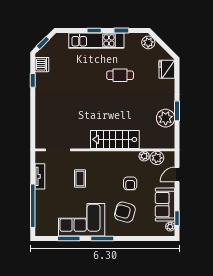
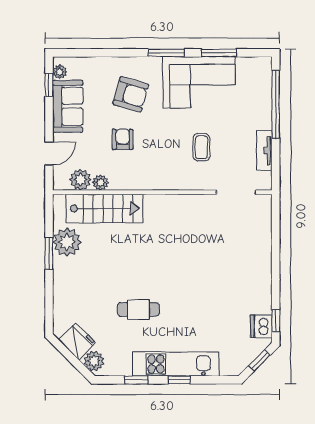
fridge: (167, 69) -> (77, 341), moved, turned -45
window: (33, 80) -> (276, 321), moved
stairs: (115, 139) -> (104, 208), moved

